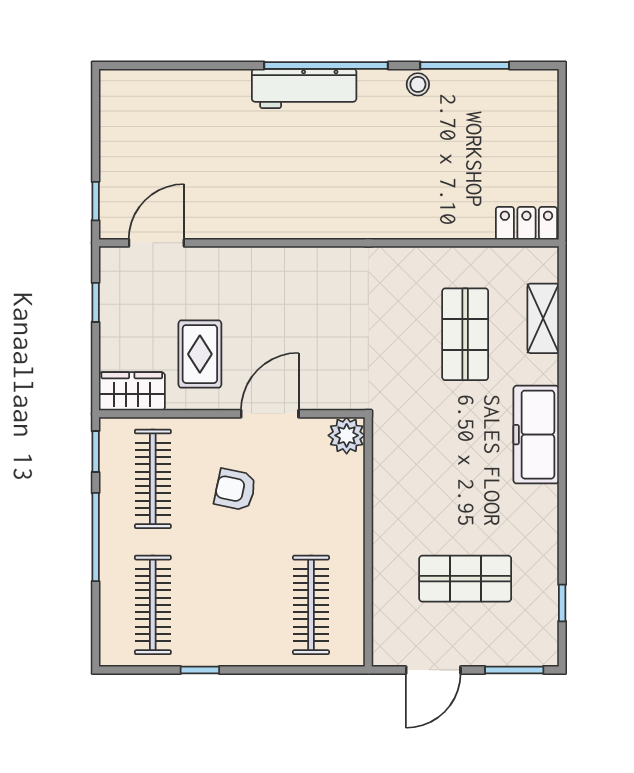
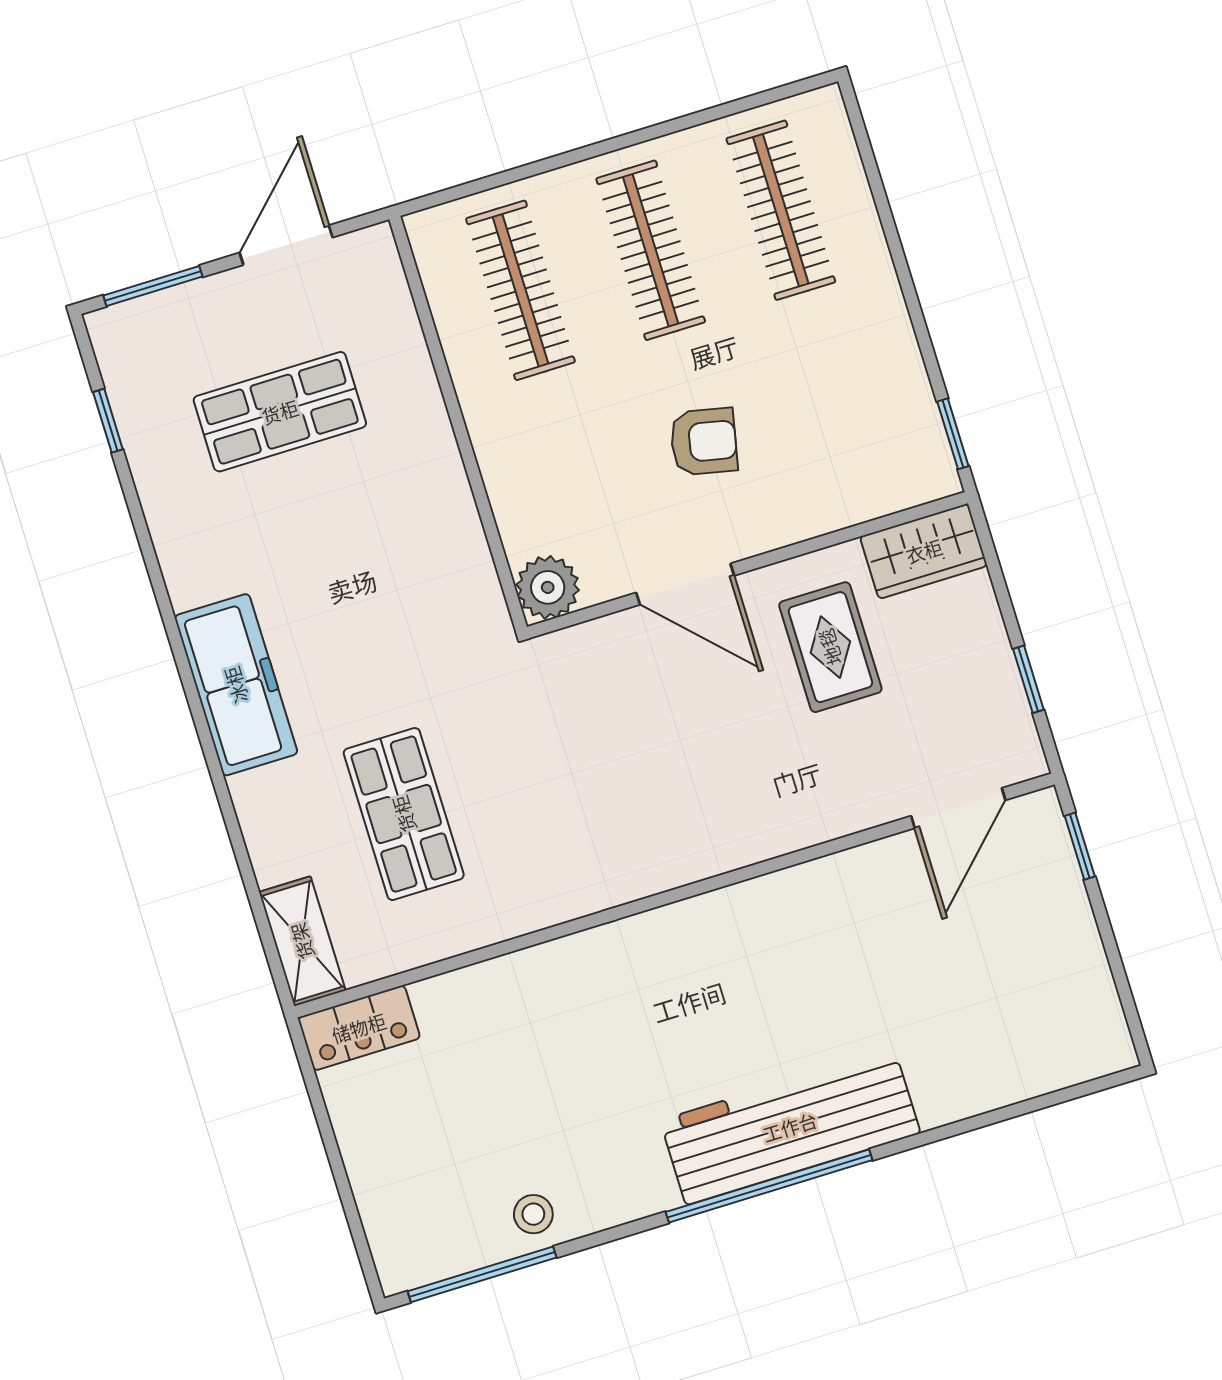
window: (465, 65) -> (482, 1274), moved
stool: (418, 84) -> (533, 1214), moved
workbench: (304, 88) -> (790, 1127), width x1.36, depth x1.32
shelving: (543, 318) -> (302, 941), moved
door: (270, 414) -> (685, 584), hinge flipped
clothes rail: (153, 479) -> (651, 250), moved
window: (96, 537) -> (909, 293), removed
window: (200, 670) -> (670, 127), removed

